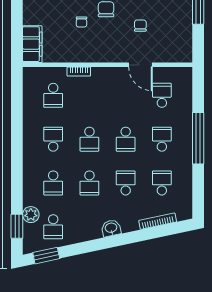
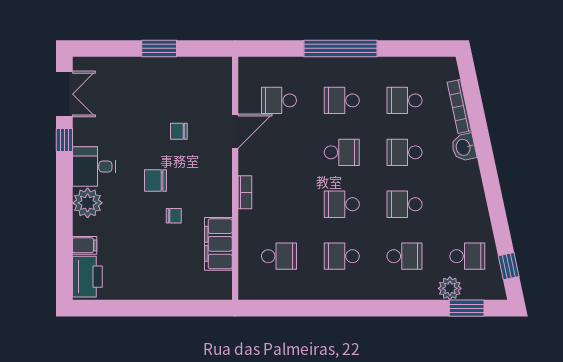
filing cabinet: (32, 44) -> (218, 244), moved, turned -90
bookcase: (79, 72) -> (245, 192), moved
school desk: (89, 139) -> (342, 204), turned 180
school desk: (89, 183) -> (405, 204), turned 180
washbasin: (111, 228) -> (464, 147), moved
window: (46, 256) -> (509, 266), width x0.67

